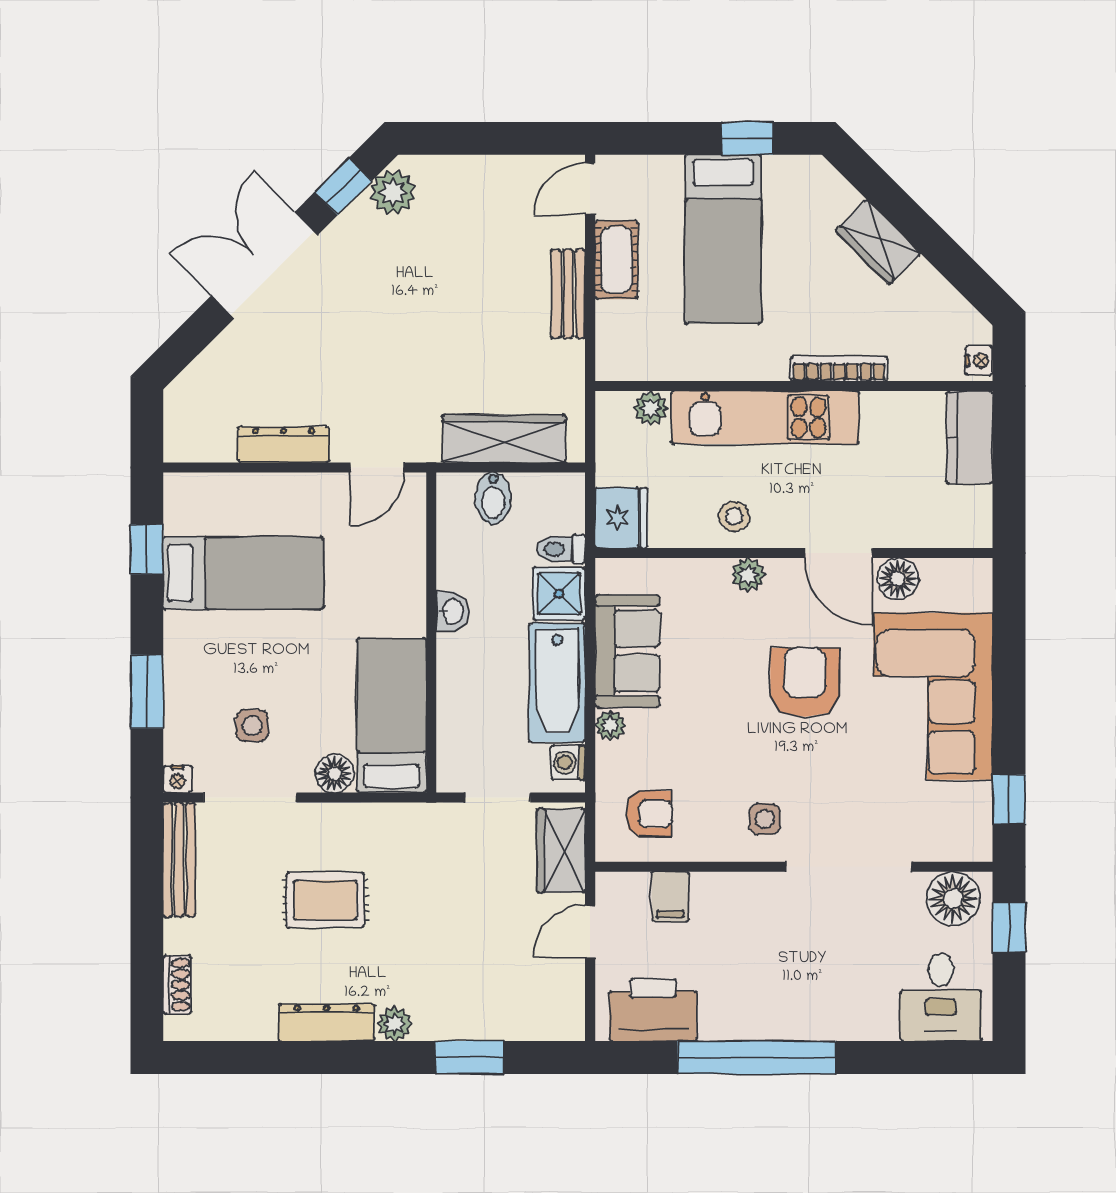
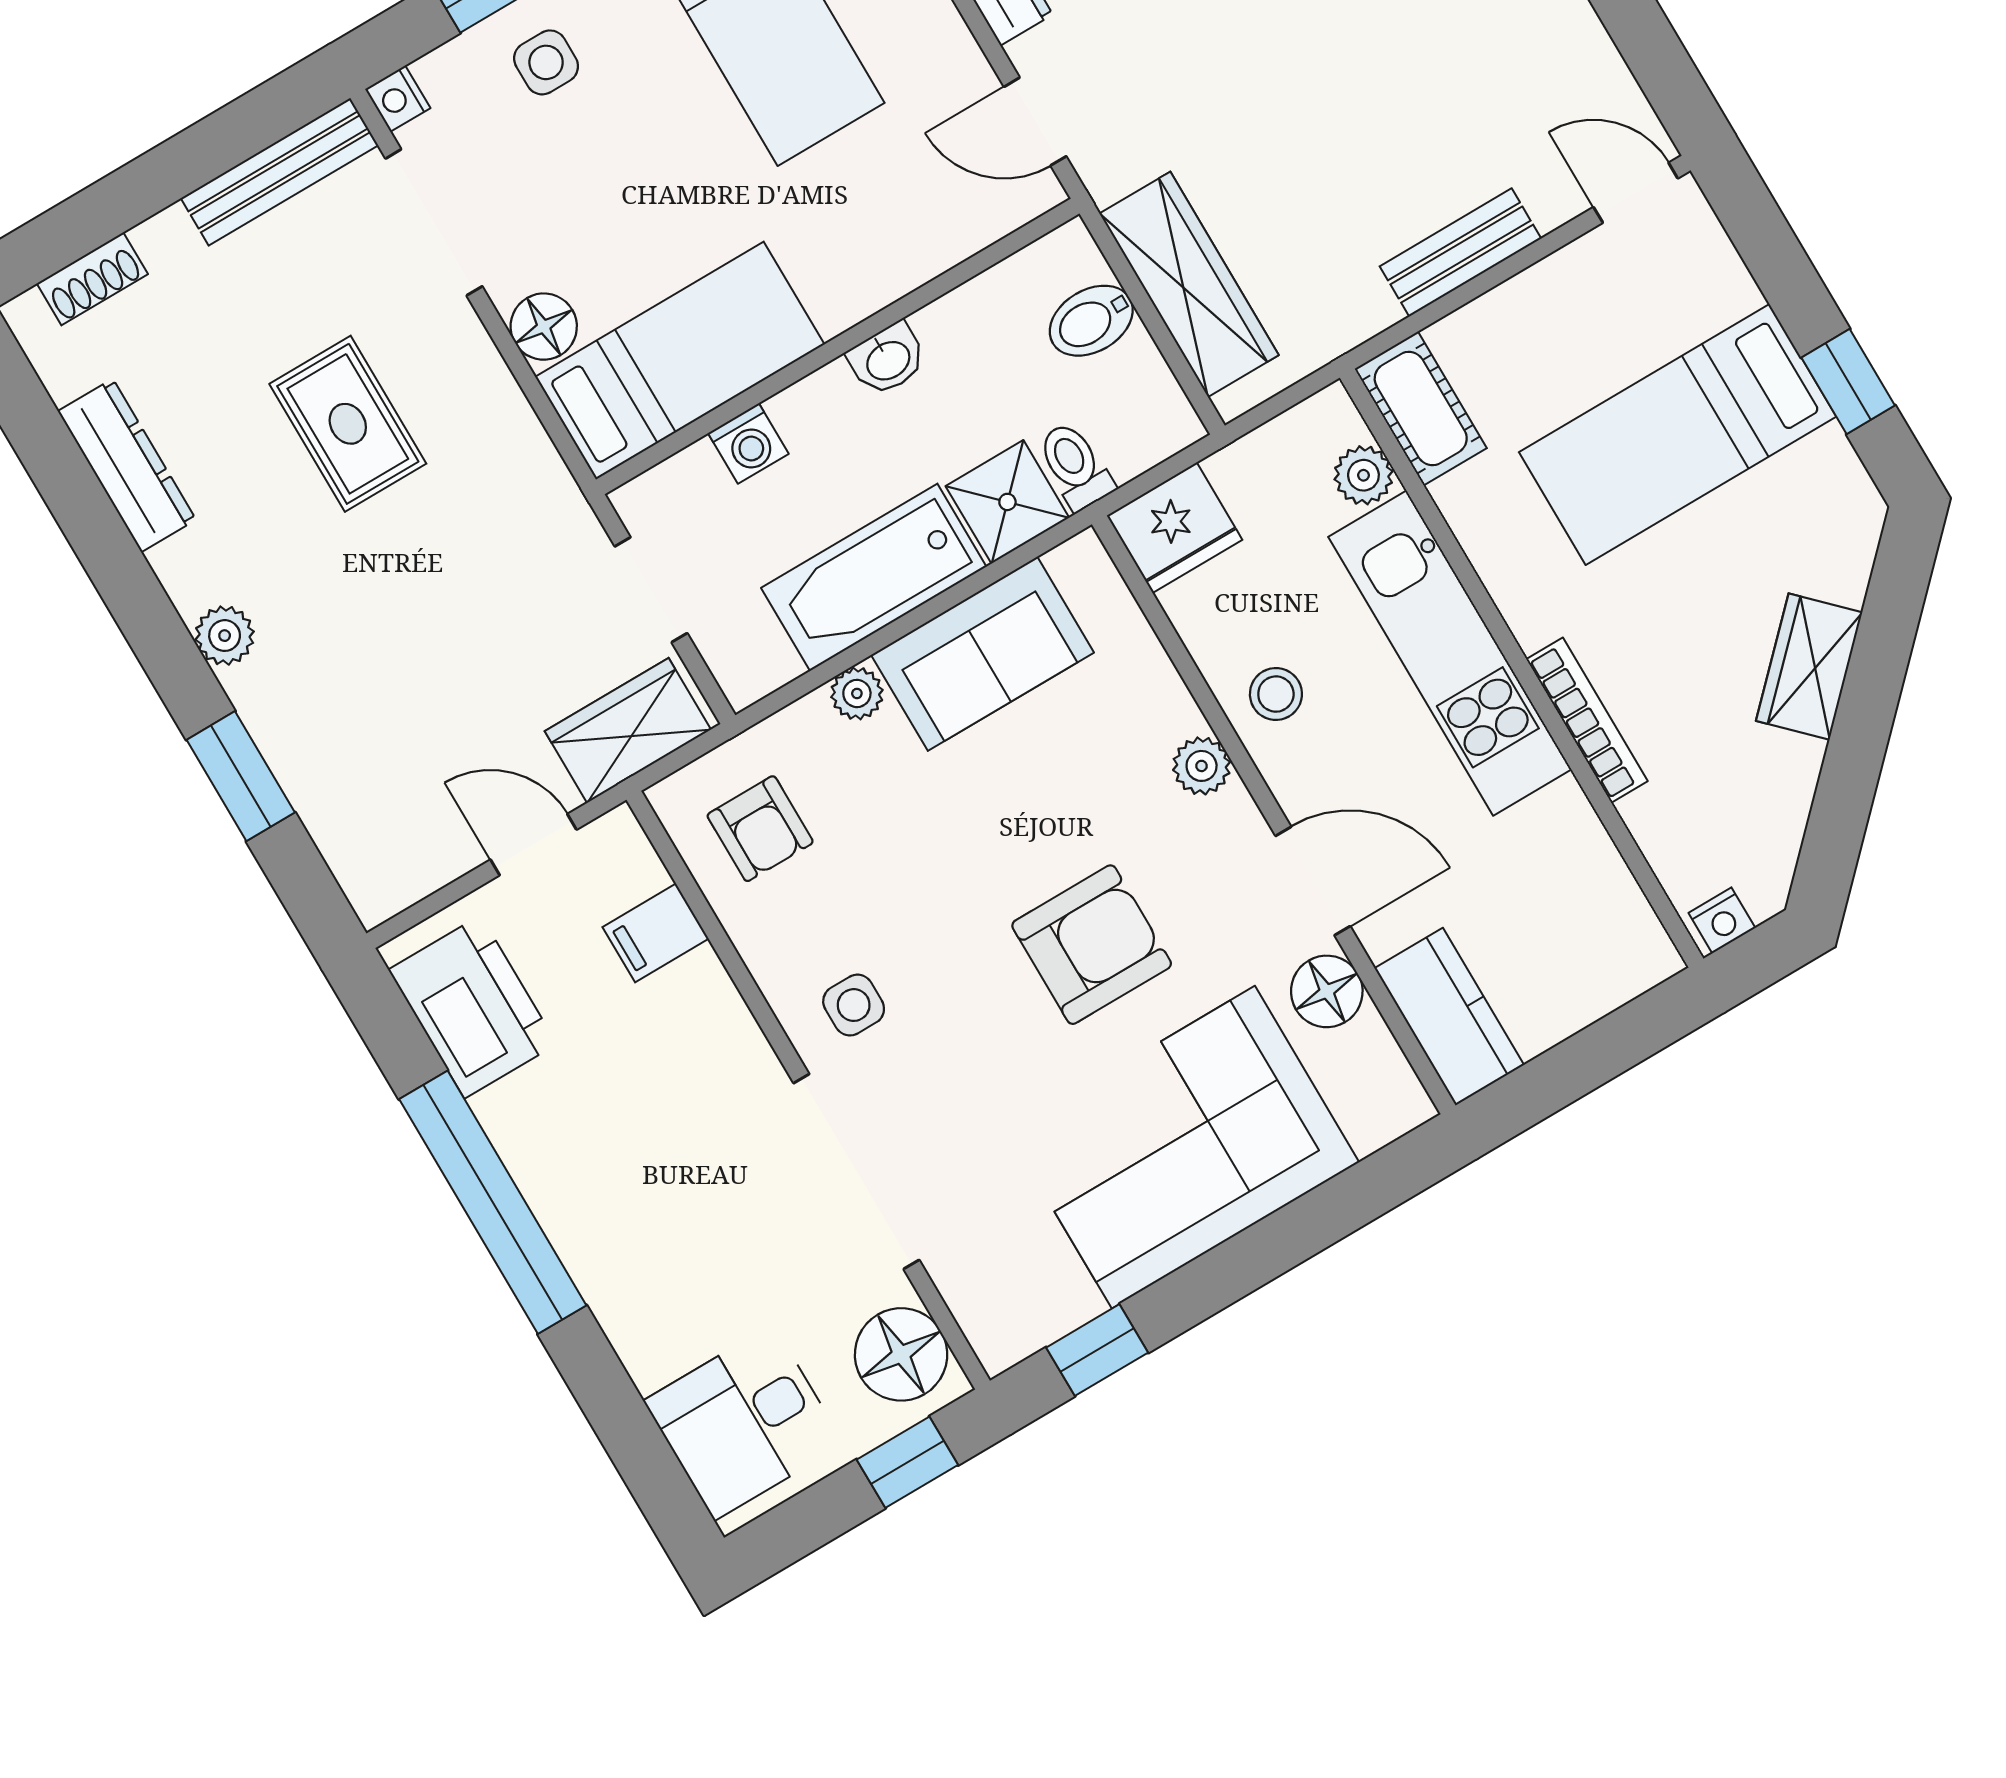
cot: (616, 260) -> (1421, 409), moved, turned 90
kitchen counter: (970, 437) -> (1449, 1017), moved, turned 90
door: (838, 553) -> (1313, 881), swing flipped
side table: (252, 726) -> (546, 62), moved
washing machine: (568, 763) -> (748, 443), moved, turned 180
dresser: (327, 1023) -> (127, 465), moved

